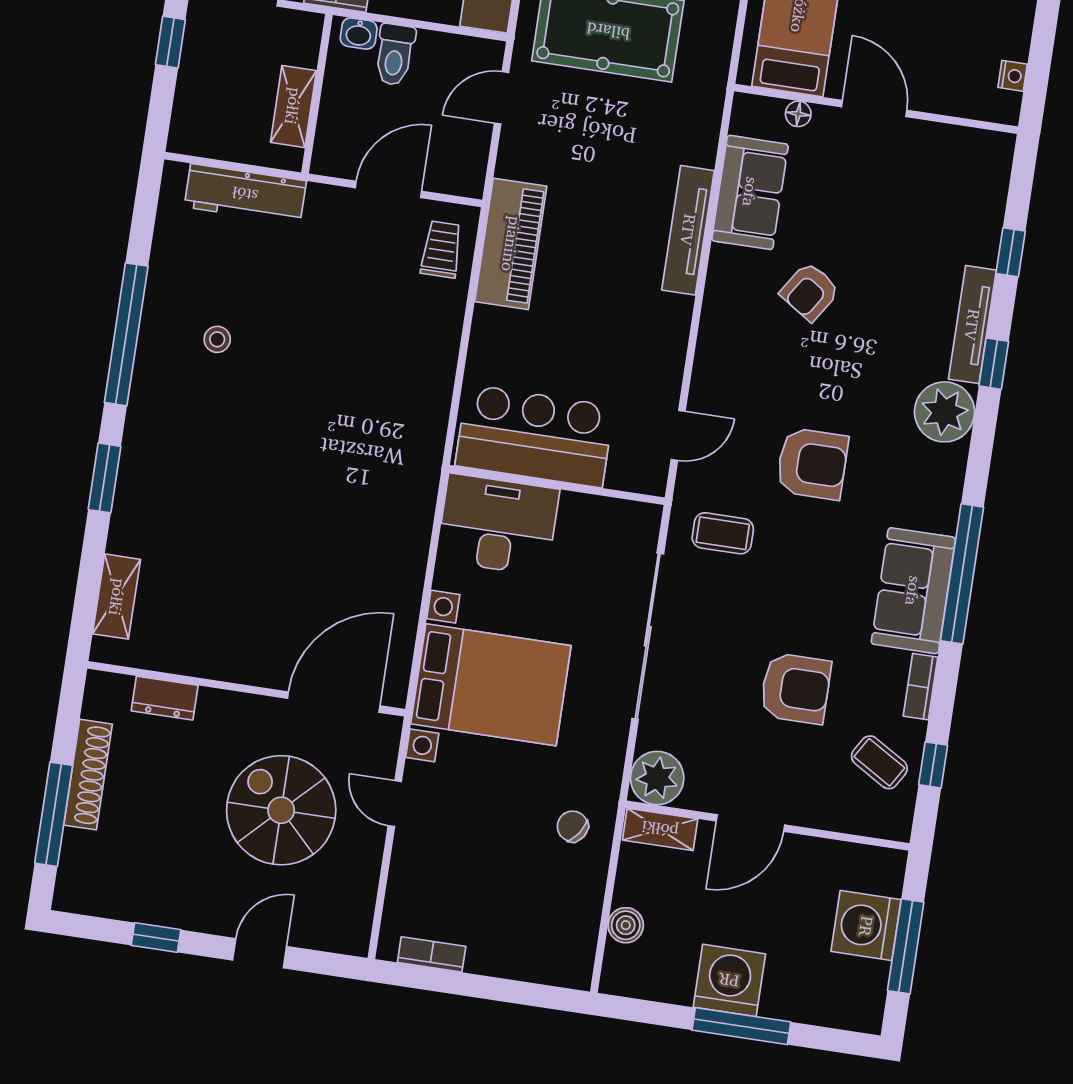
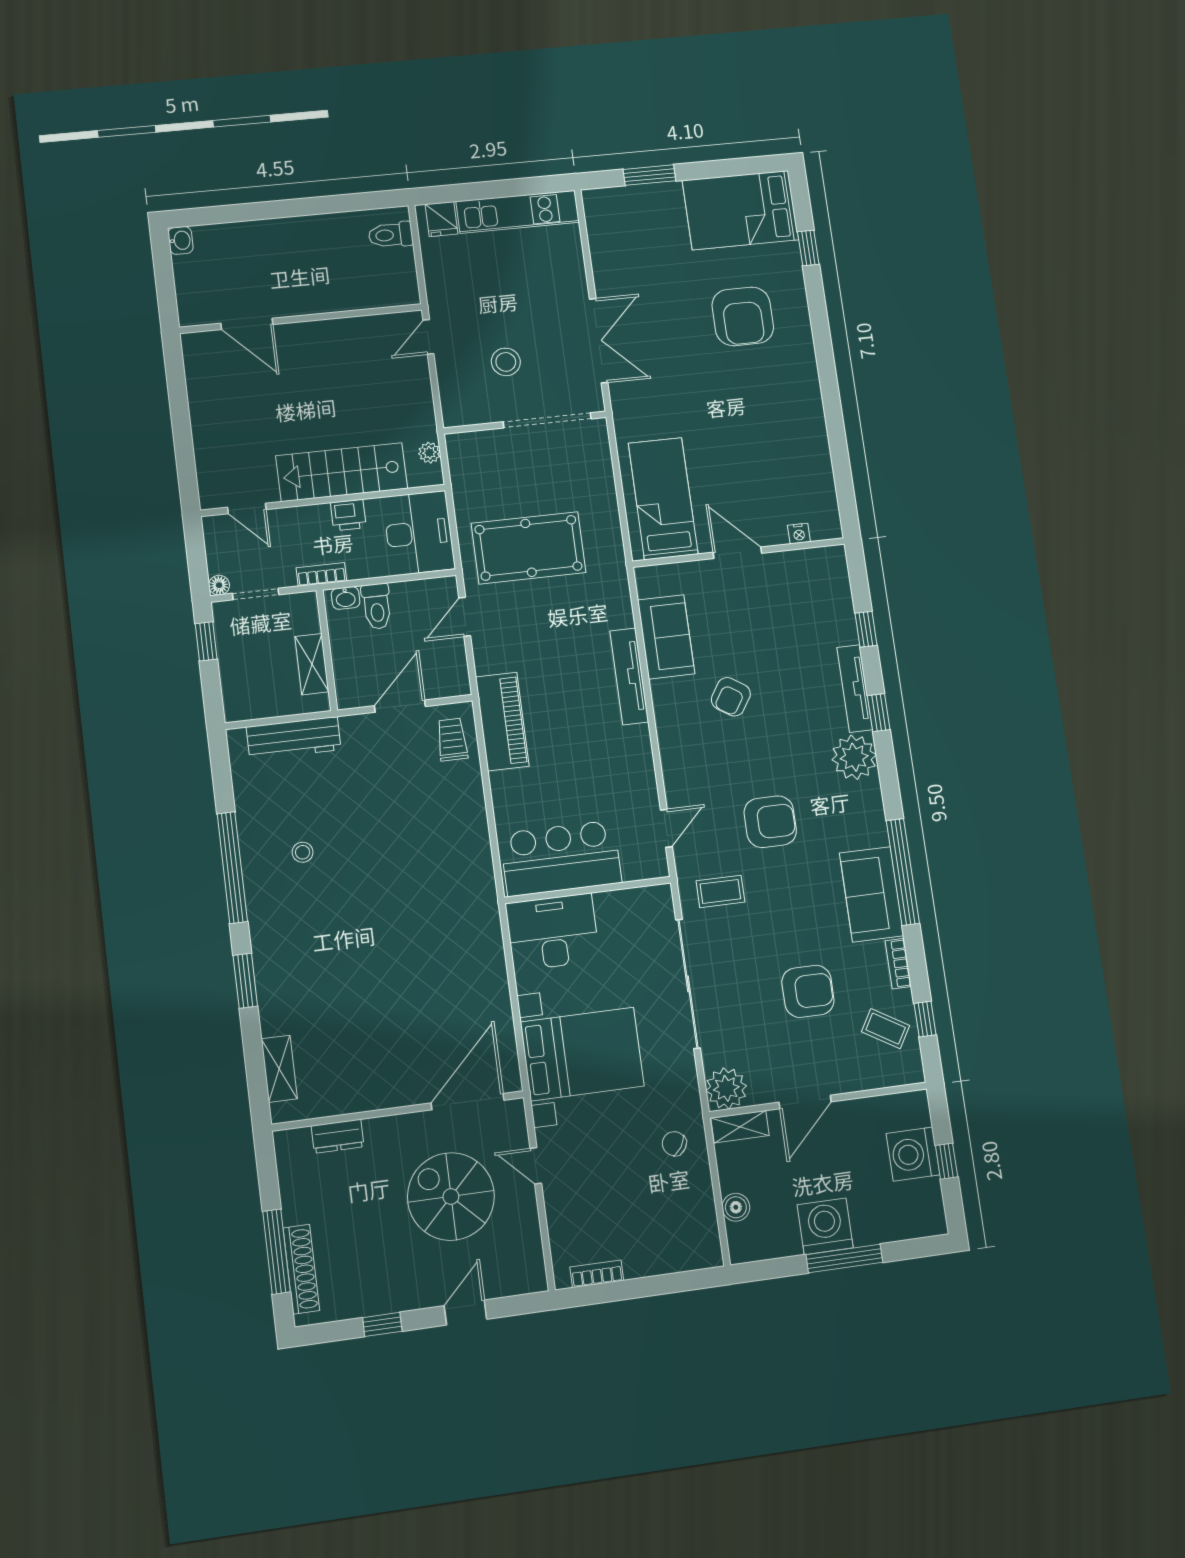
nightstand: (1013, 76) -> (799, 534), moved, turned 90
floor lamp: (798, 114) -> (684, 571), removed
shoe rack: (88, 775) -> (301, 1269), moved
window: (906, 946) -> (947, 1161), width x0.46

